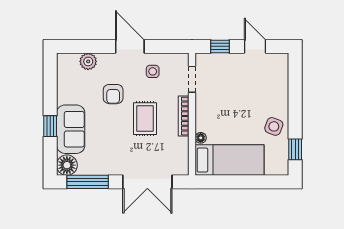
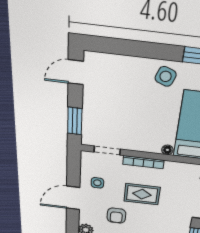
window: (220, 46) -> (75, 121), width x1.50
door: (255, 46) -> (76, 72), moved
armchair: (113, 94) -> (116, 216), turned 90

